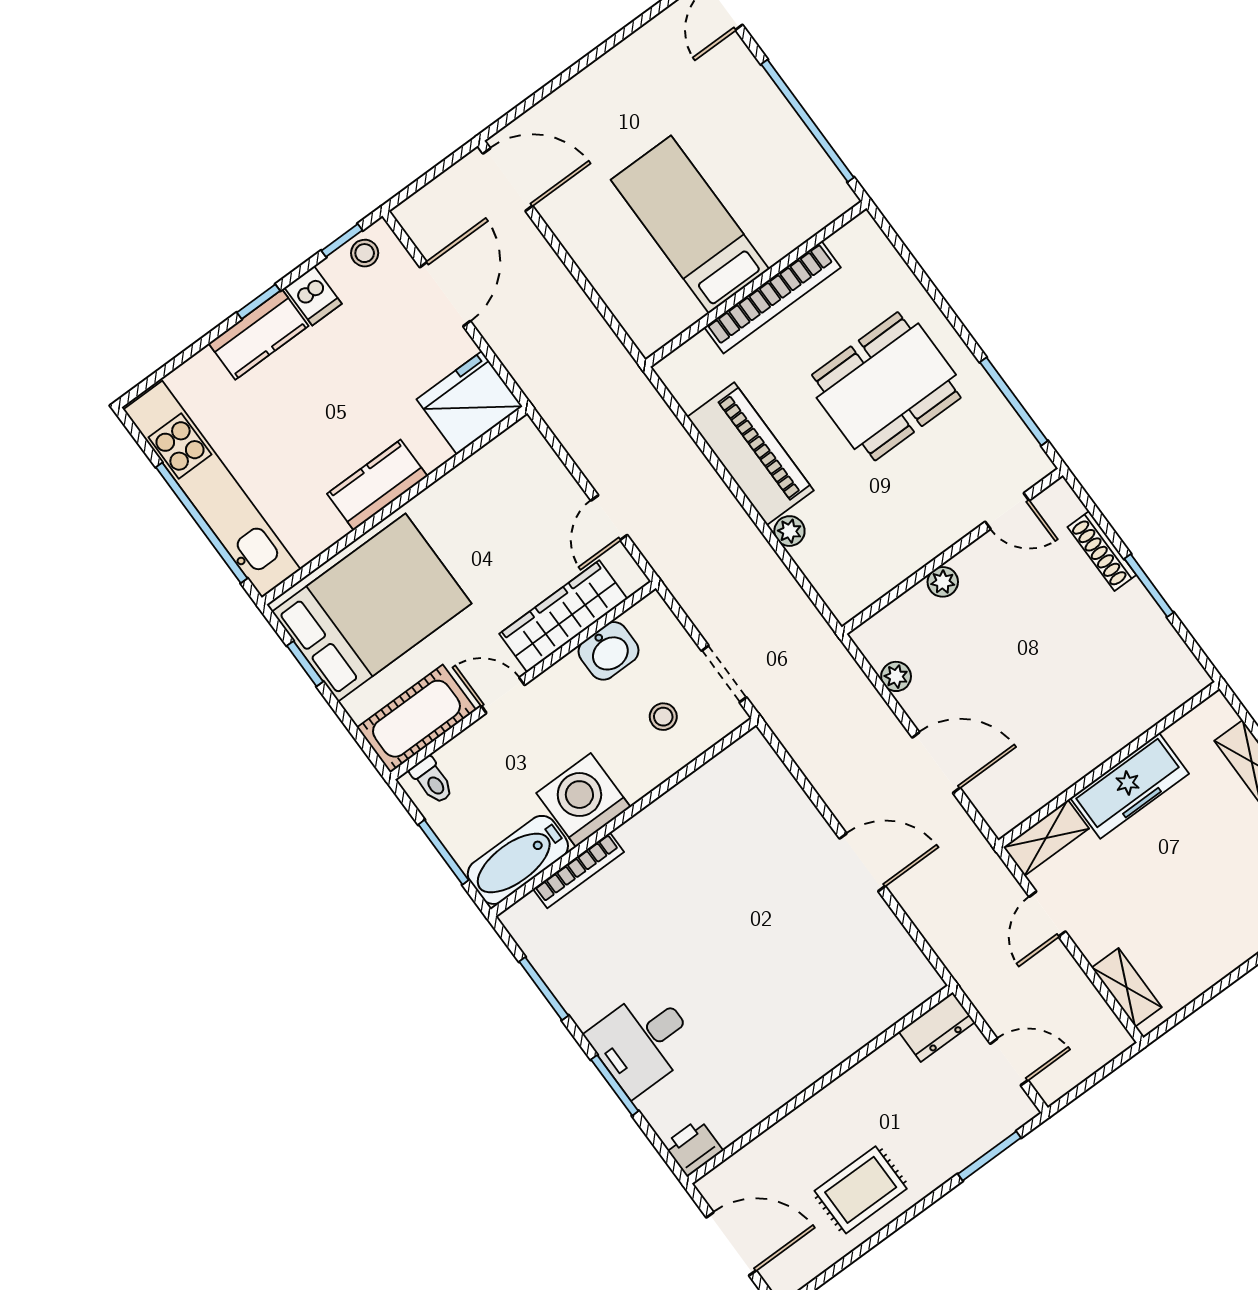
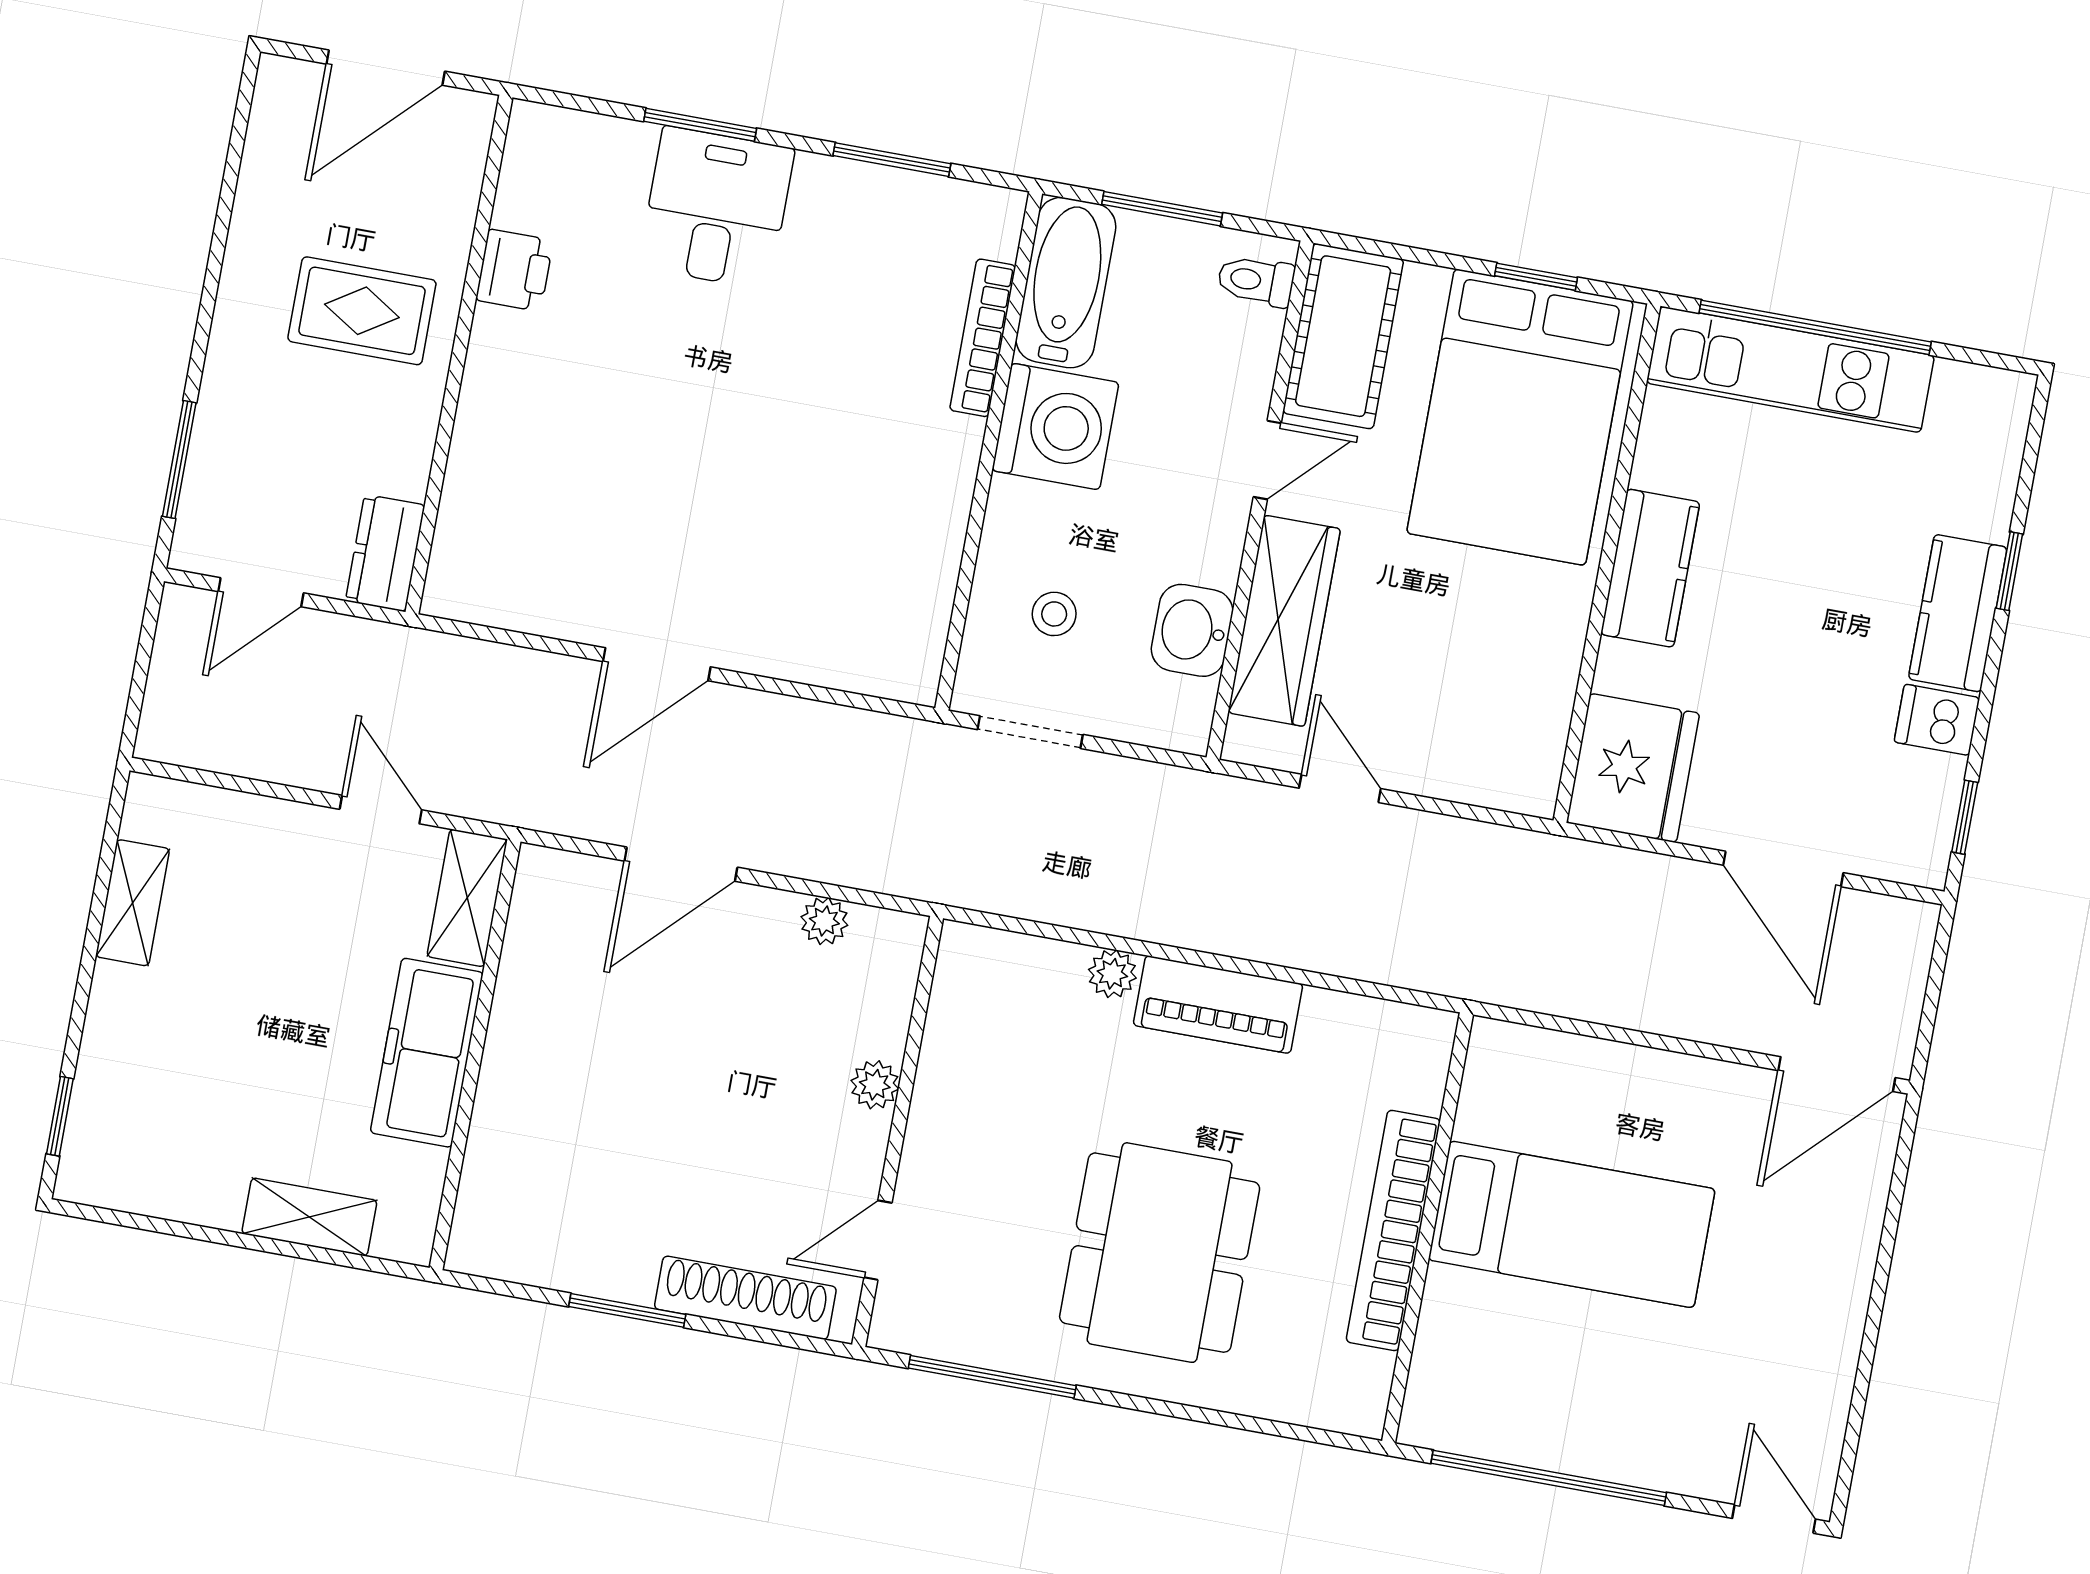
stool: (365, 253) -> (1924, 828), removed
window: (258, 302) -> (2009, 571), moved
piano: (750, 454) -> (1218, 1005), width x0.73, depth x0.75
kitchen unit: (212, 489) -> (1790, 369), width x0.73
shoe rack: (1102, 551) -> (745, 1298), width x1.36, depth x1.24
shelving: (1127, 987) -> (133, 903), moved, turned 90
printer: (693, 1147) -> (514, 270), moved
rug: (861, 1190) -> (362, 311), moved, turned 90

